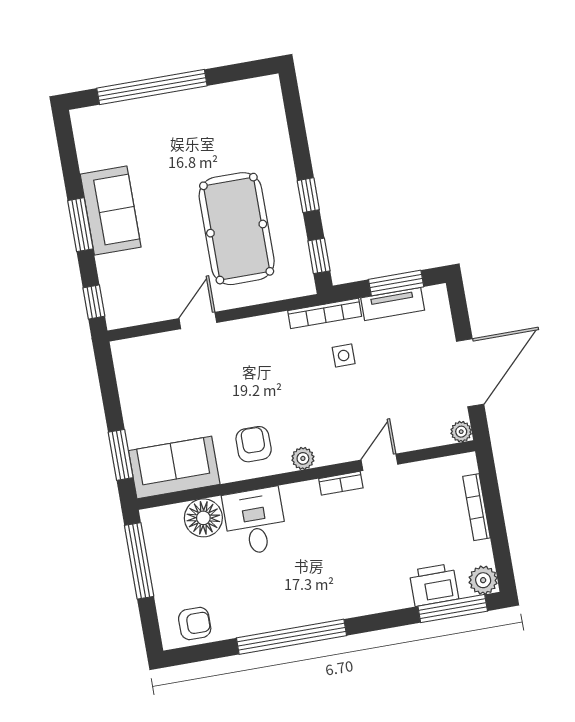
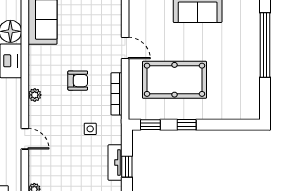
window: (396, 283) -> (127, 167), width x0.67
bookcase: (325, 313) -> (116, 94), moved
armchair: (254, 444) -> (78, 81), moved
bookcase: (341, 483) -> (17, 114), removed

